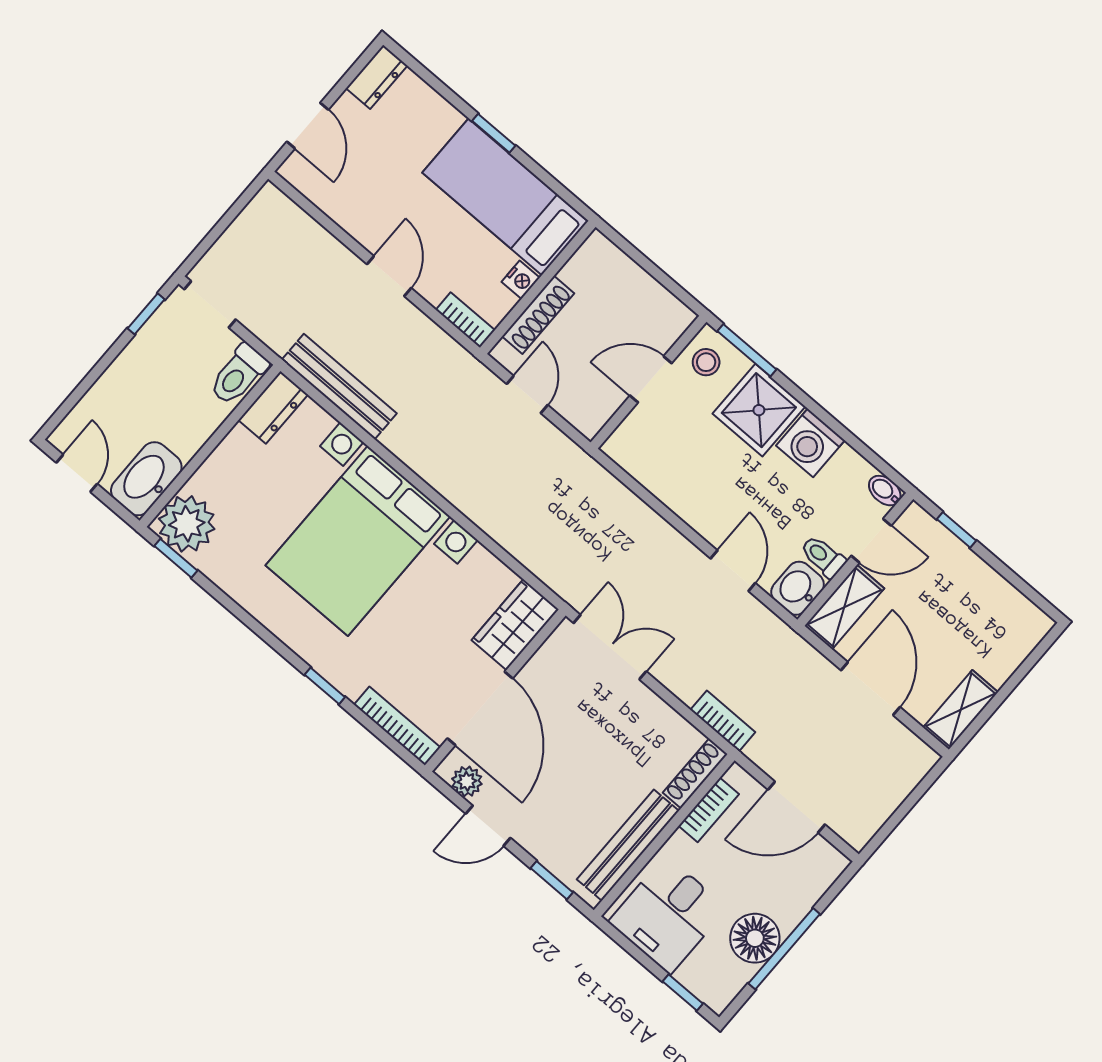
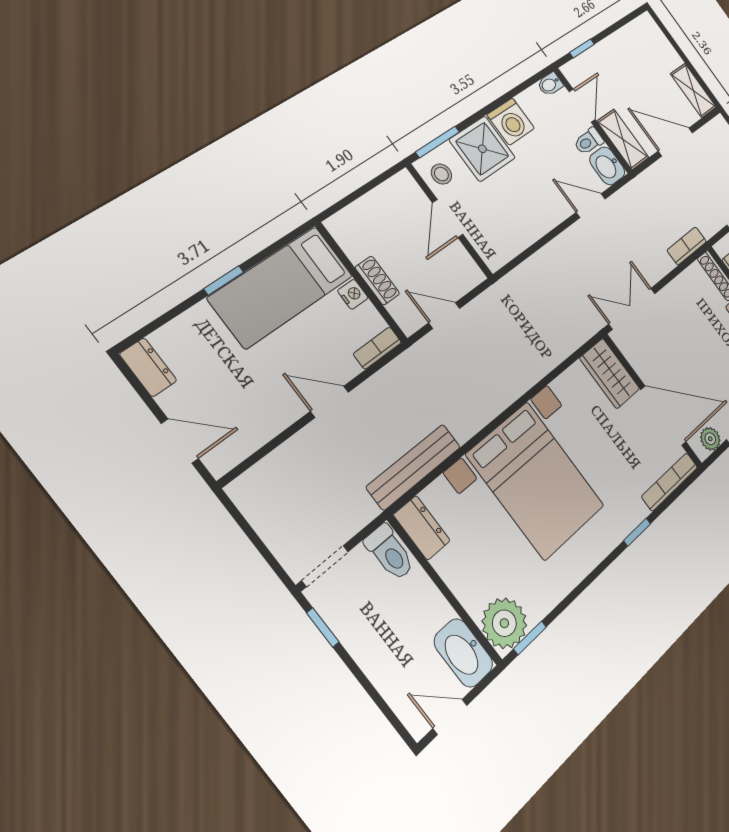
shoe rack: (538, 315) -> (377, 281), width x0.70

